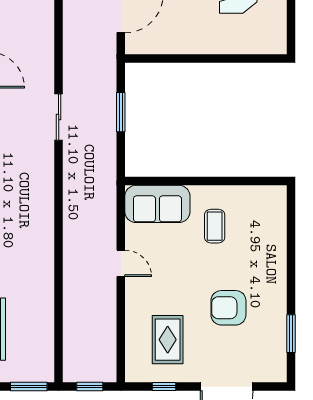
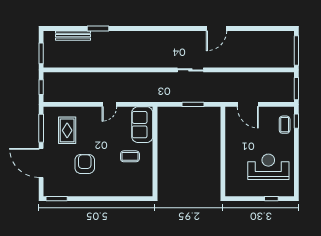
window: (291, 334) -> (57, 199), moved
rug: (168, 340) -> (67, 130), turned 90
window: (164, 387) -> (41, 128), width x2.17

